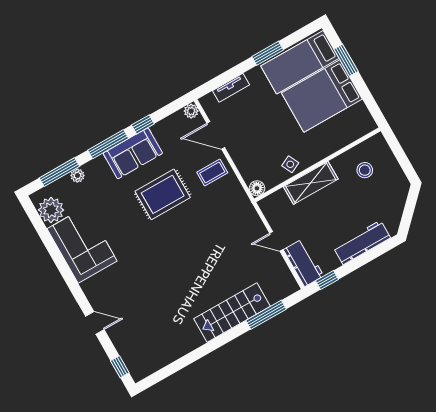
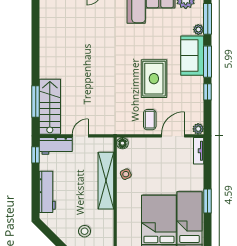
tv unit: (231, 88) -> (199, 151), moved
sofa: (133, 153) -> (192, 56), moved
stool: (365, 170) -> (85, 231), moved
shelving: (311, 183) -> (106, 181), width x1.47
stairs: (232, 313) -> (50, 107), moved

